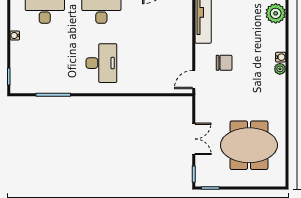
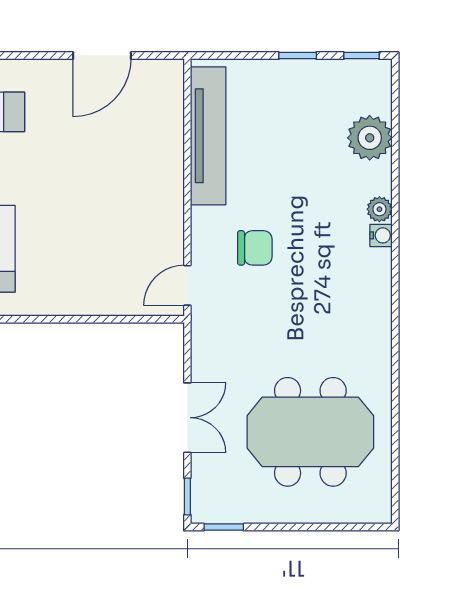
plant: (280, 69) -> (379, 209), moved

